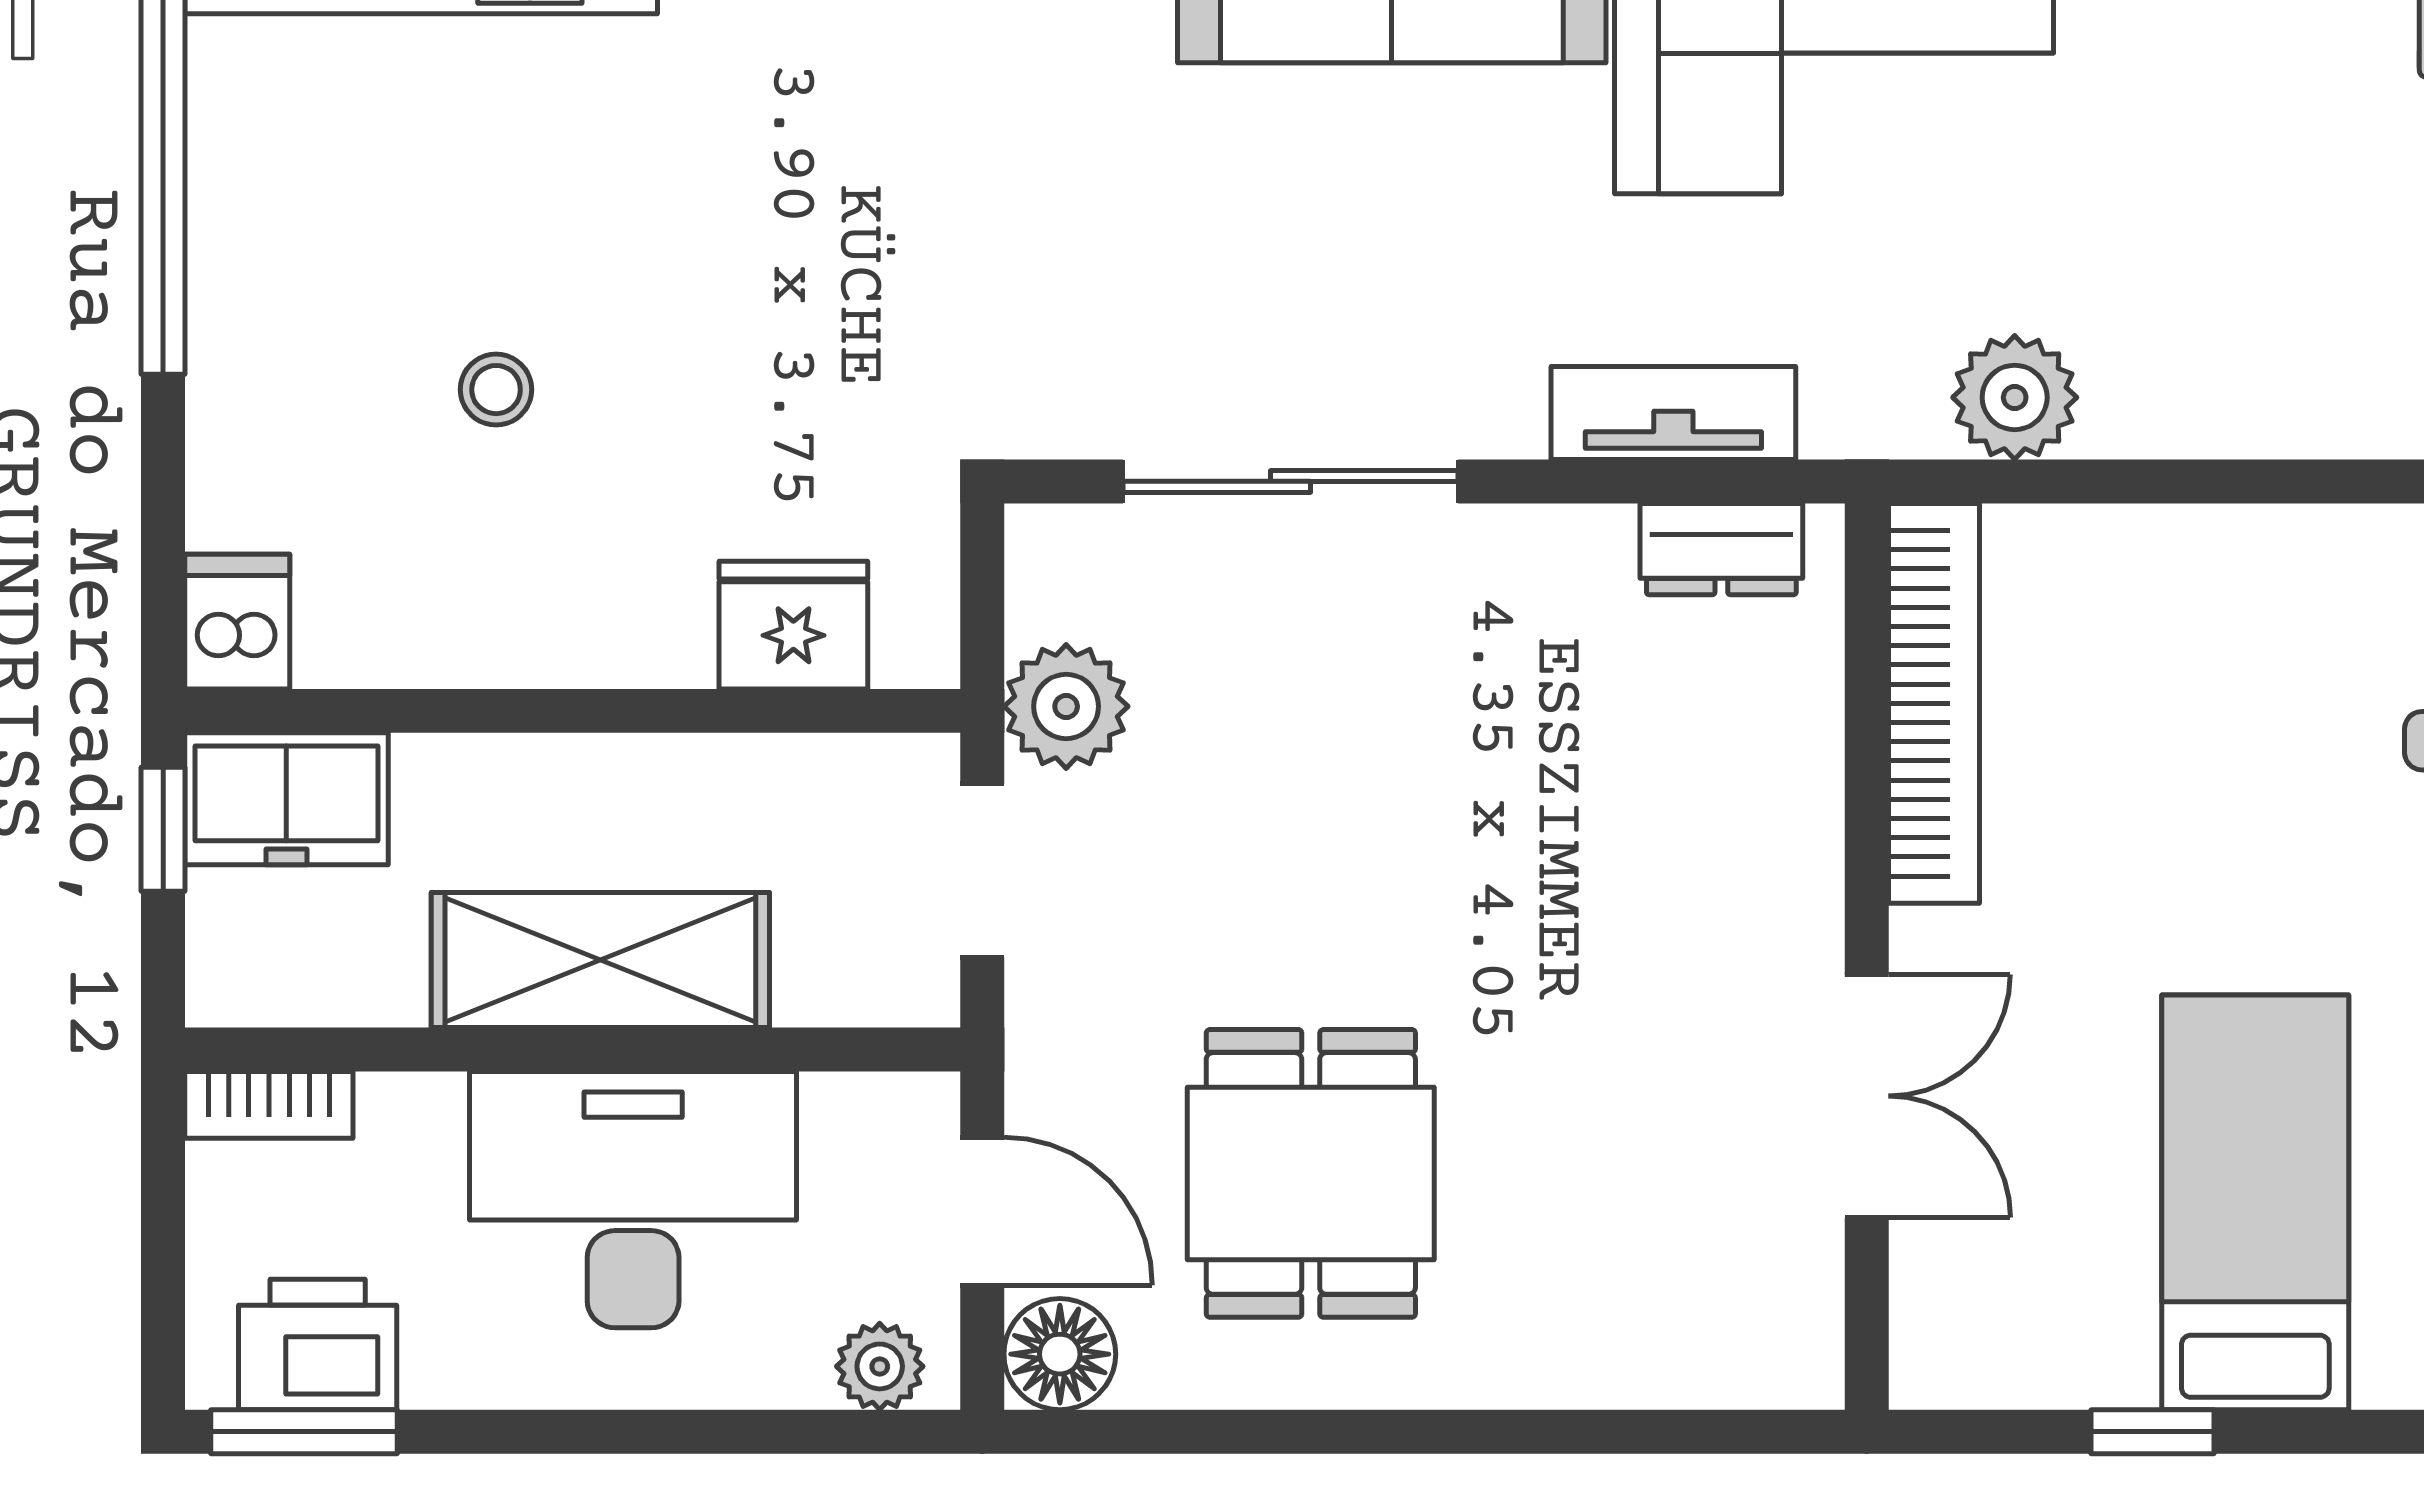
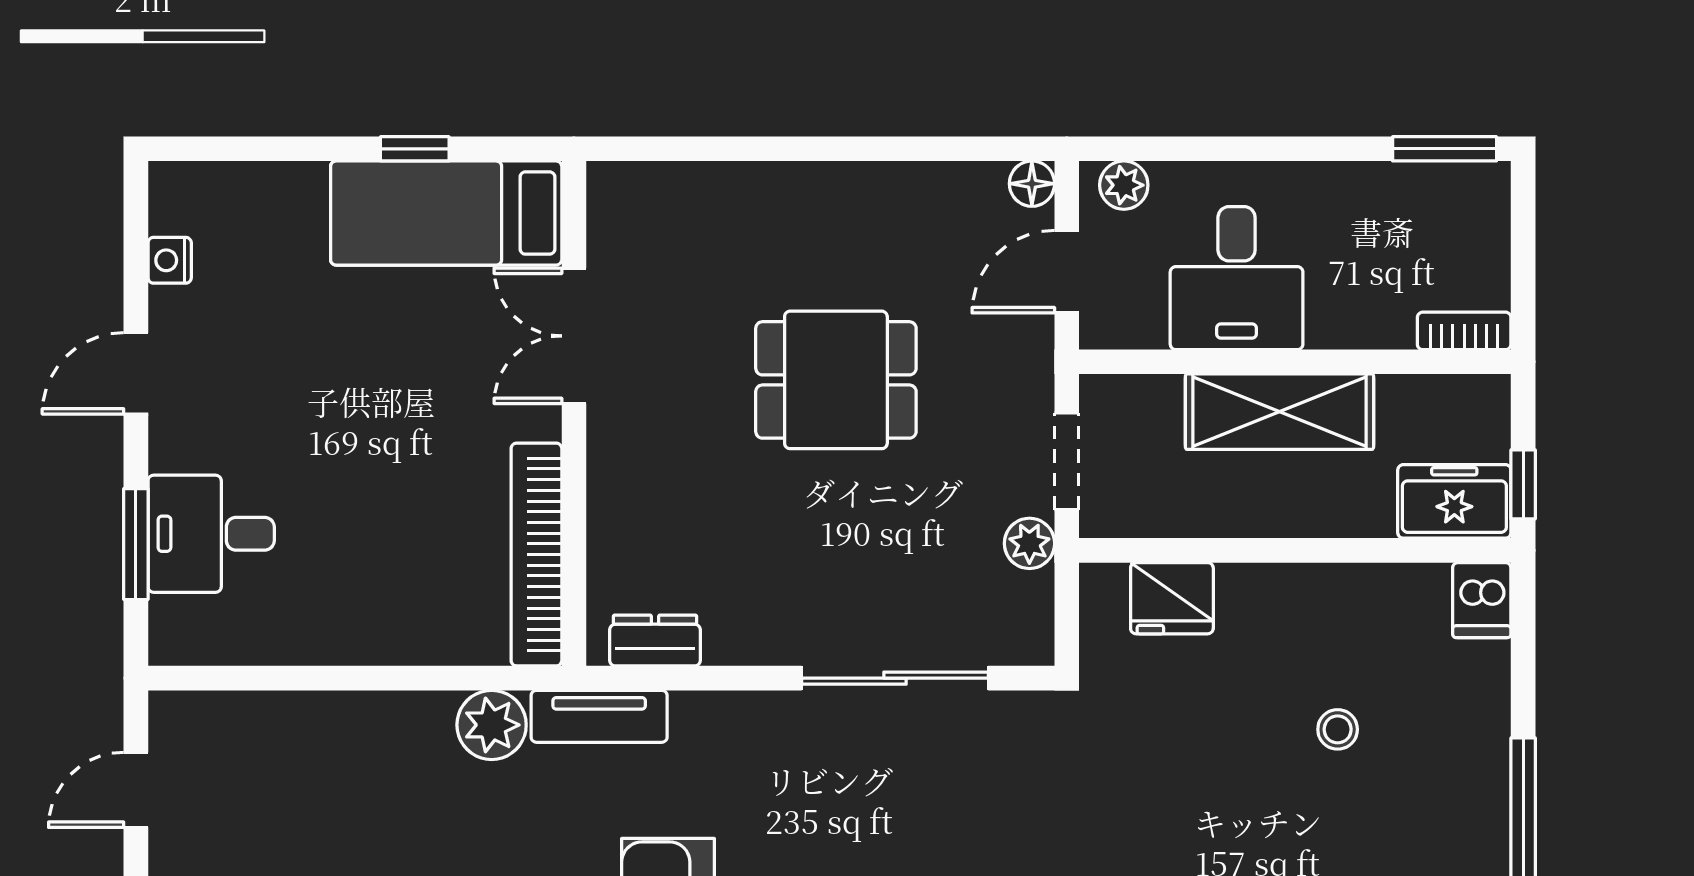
tv unit: (1673, 413) -> (599, 716), moved
plant: (1066, 706) -> (1029, 543), width x0.73, depth x0.73
dining table: (1311, 1173) -> (836, 380), moved, turned 90
desk: (633, 1200) -> (1237, 278), width x0.73
bed: (2255, 1202) -> (446, 213), moved, turned 90
door: (982, 1211) -> (1067, 272), hinge flipped
printer: (318, 1344) -> (1437, 197), removed
floor lamp: (1060, 1354) -> (1032, 184), width x0.73, depth x0.73

